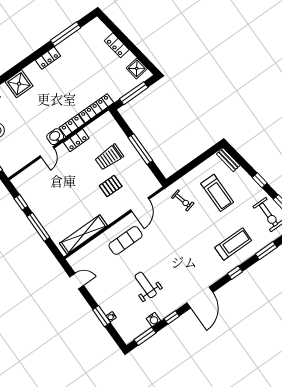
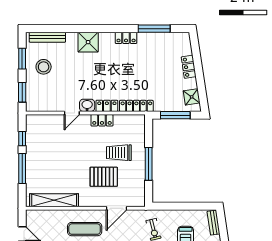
pallet: (111, 186) -> (104, 177), width x1.50, depth x1.42

